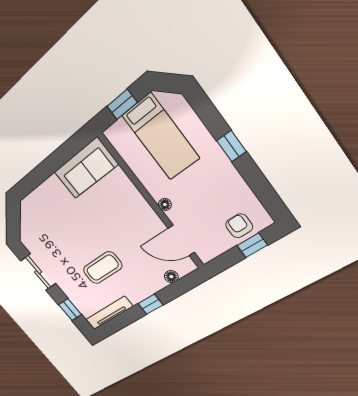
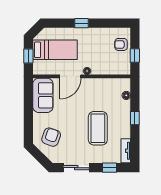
armchair: (46, 218) -> (51, 137), added
door: (181, 240) -> (70, 76), moved
window: (252, 245) -> (135, 55), moved
coffee table: (103, 268) -> (98, 128), width x1.36, depth x1.32
tv unit: (109, 313) -> (126, 151), width x0.71

